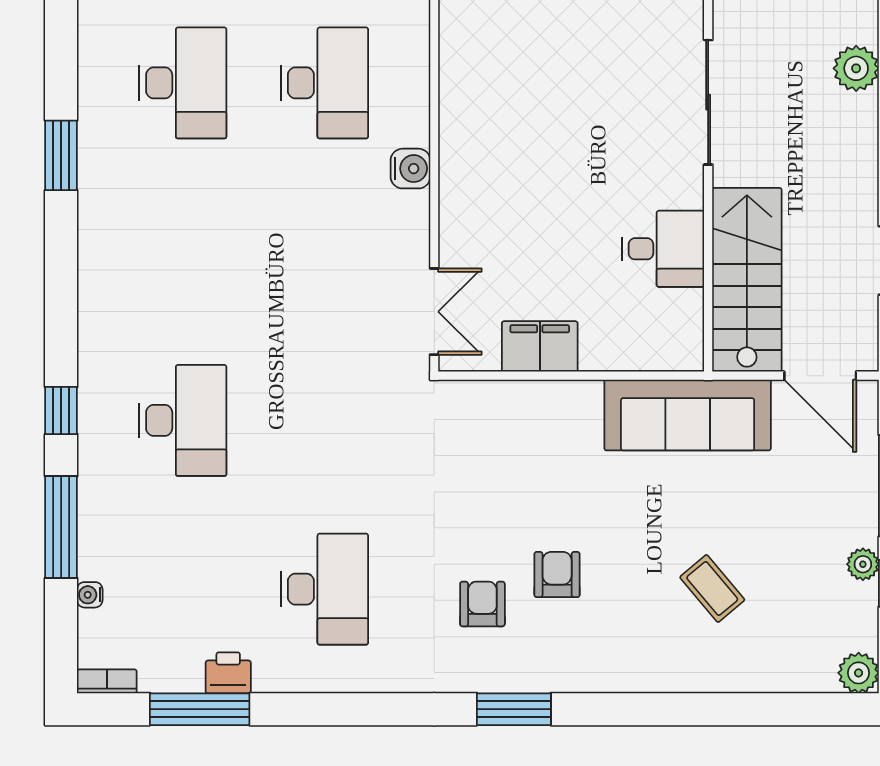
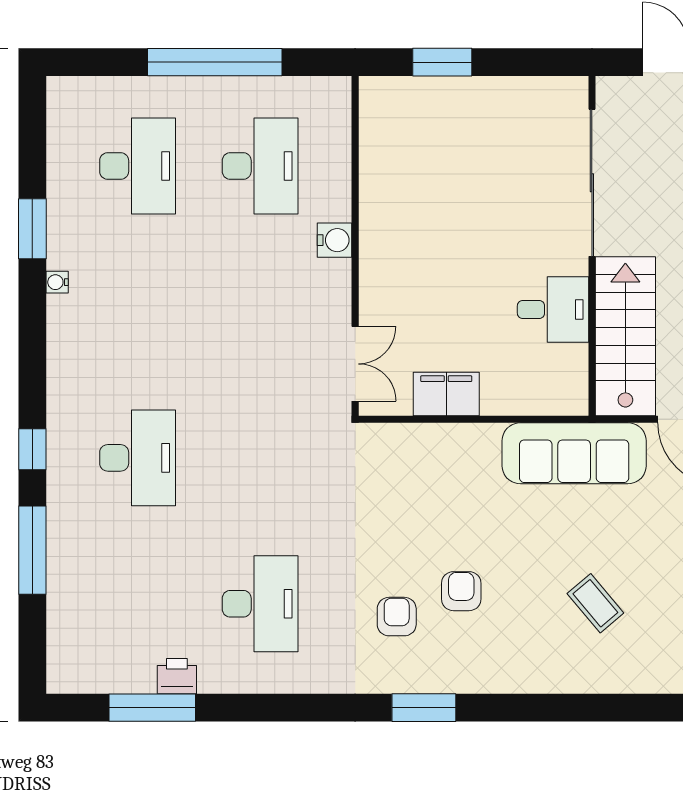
sliding door: (708, 102) -> (592, 183), width x1.36
water cooler: (90, 595) -> (57, 282), moved
bookcase: (107, 681) -> (72, 684), removed

